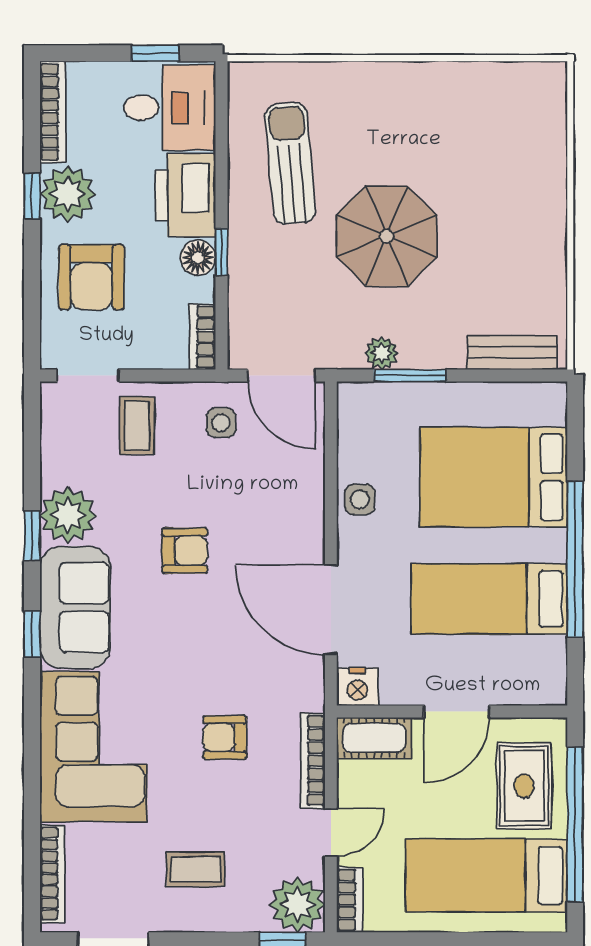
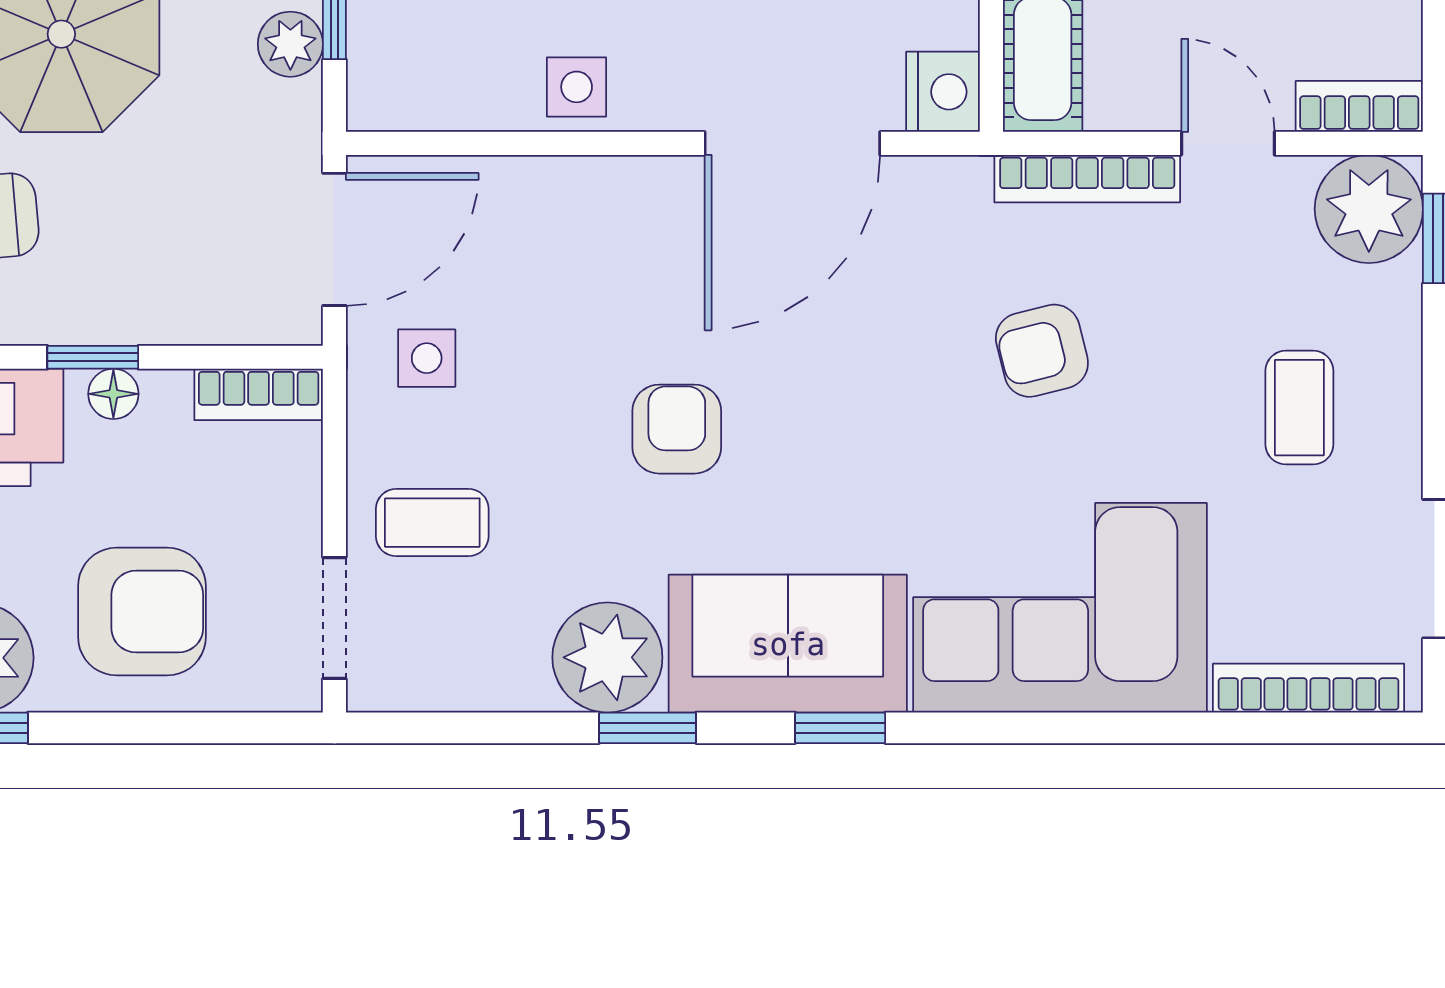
floor lamp: (198, 258) -> (113, 394), width x0.73, depth x0.73
armchair: (225, 737) -> (1042, 351), turned 76

